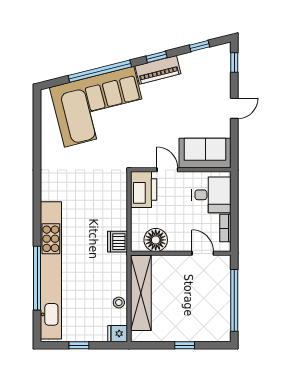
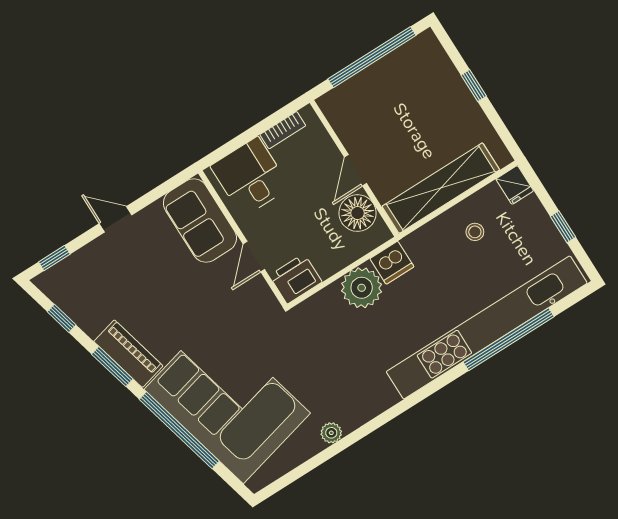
window: (157, 57) -> (112, 367), width x1.50
plant: (47, 152) -> (331, 433), added
printer: (144, 190) -> (296, 279), width x0.73, depth x0.84
plant: (114, 217) -> (362, 288), added
door: (203, 253) -> (355, 170), moved
stool: (119, 303) -> (475, 232), moved

